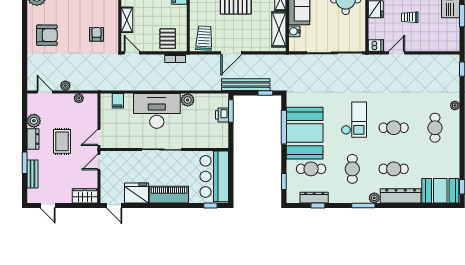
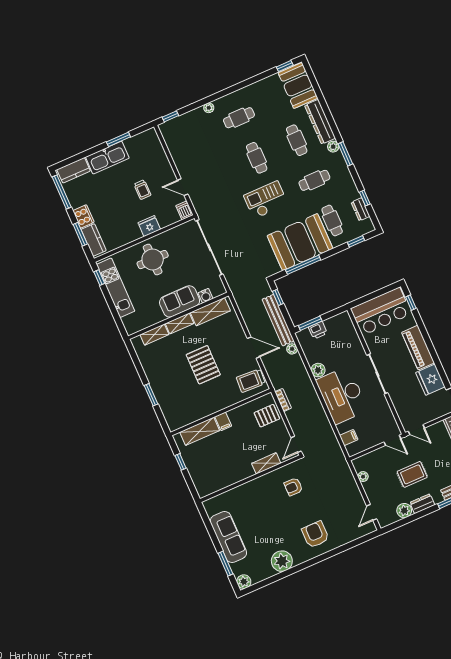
plant: (65, 86) -> (292, 349), moved
dresser: (314, 198) -> (361, 209), width x0.70

